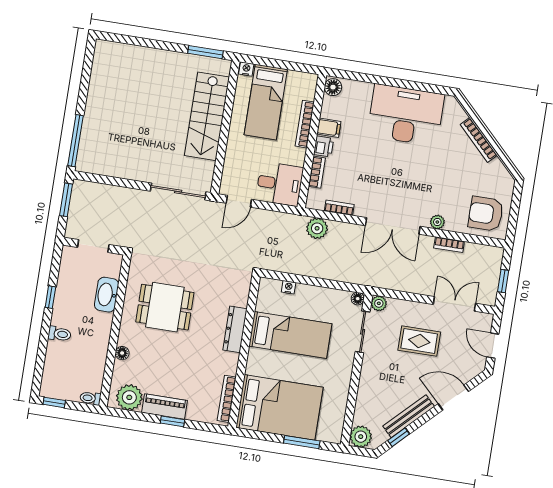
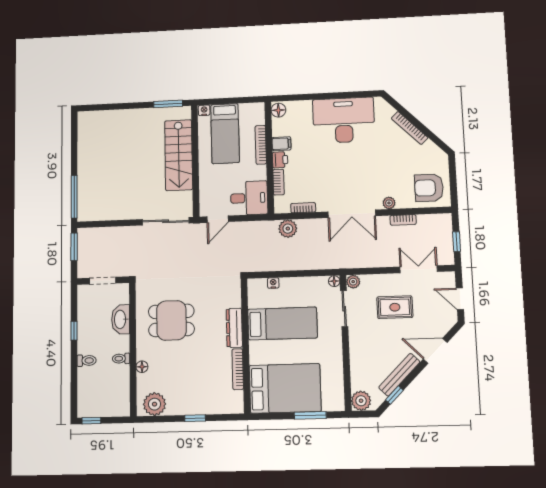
toilet: (90, 398) -> (121, 359), moved
bookcase: (227, 399) -> (238, 369), moved
piano: (165, 407) -> (186, 406), removed

